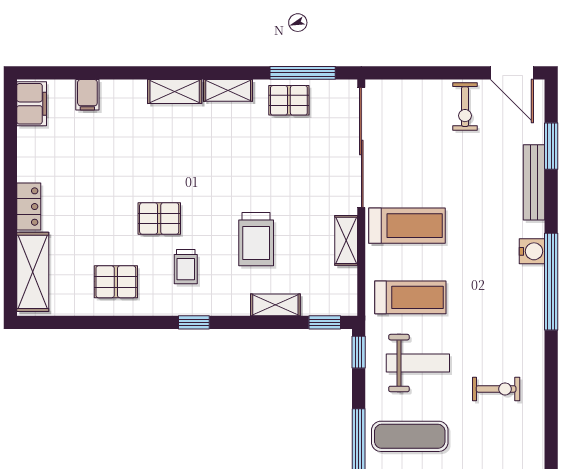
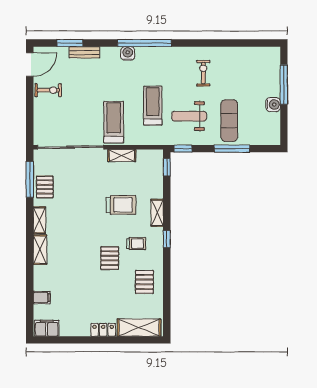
bench: (534, 182) -> (84, 52), width x0.73
treadmill: (410, 297) -> (153, 106), moved
shelving: (275, 305) -> (157, 213), moved
weight bench: (418, 363) -> (189, 116), turned -90

